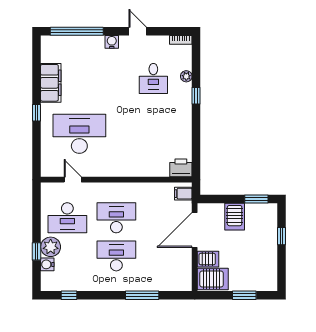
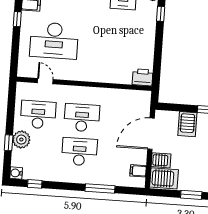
desk: (79, 134) -> (54, 41), turned 180
filing cabinet: (183, 194) -> (138, 171), moved
desk: (67, 218) -> (38, 115), turned 180
water cooler: (47, 264) -> (16, 173), moved

